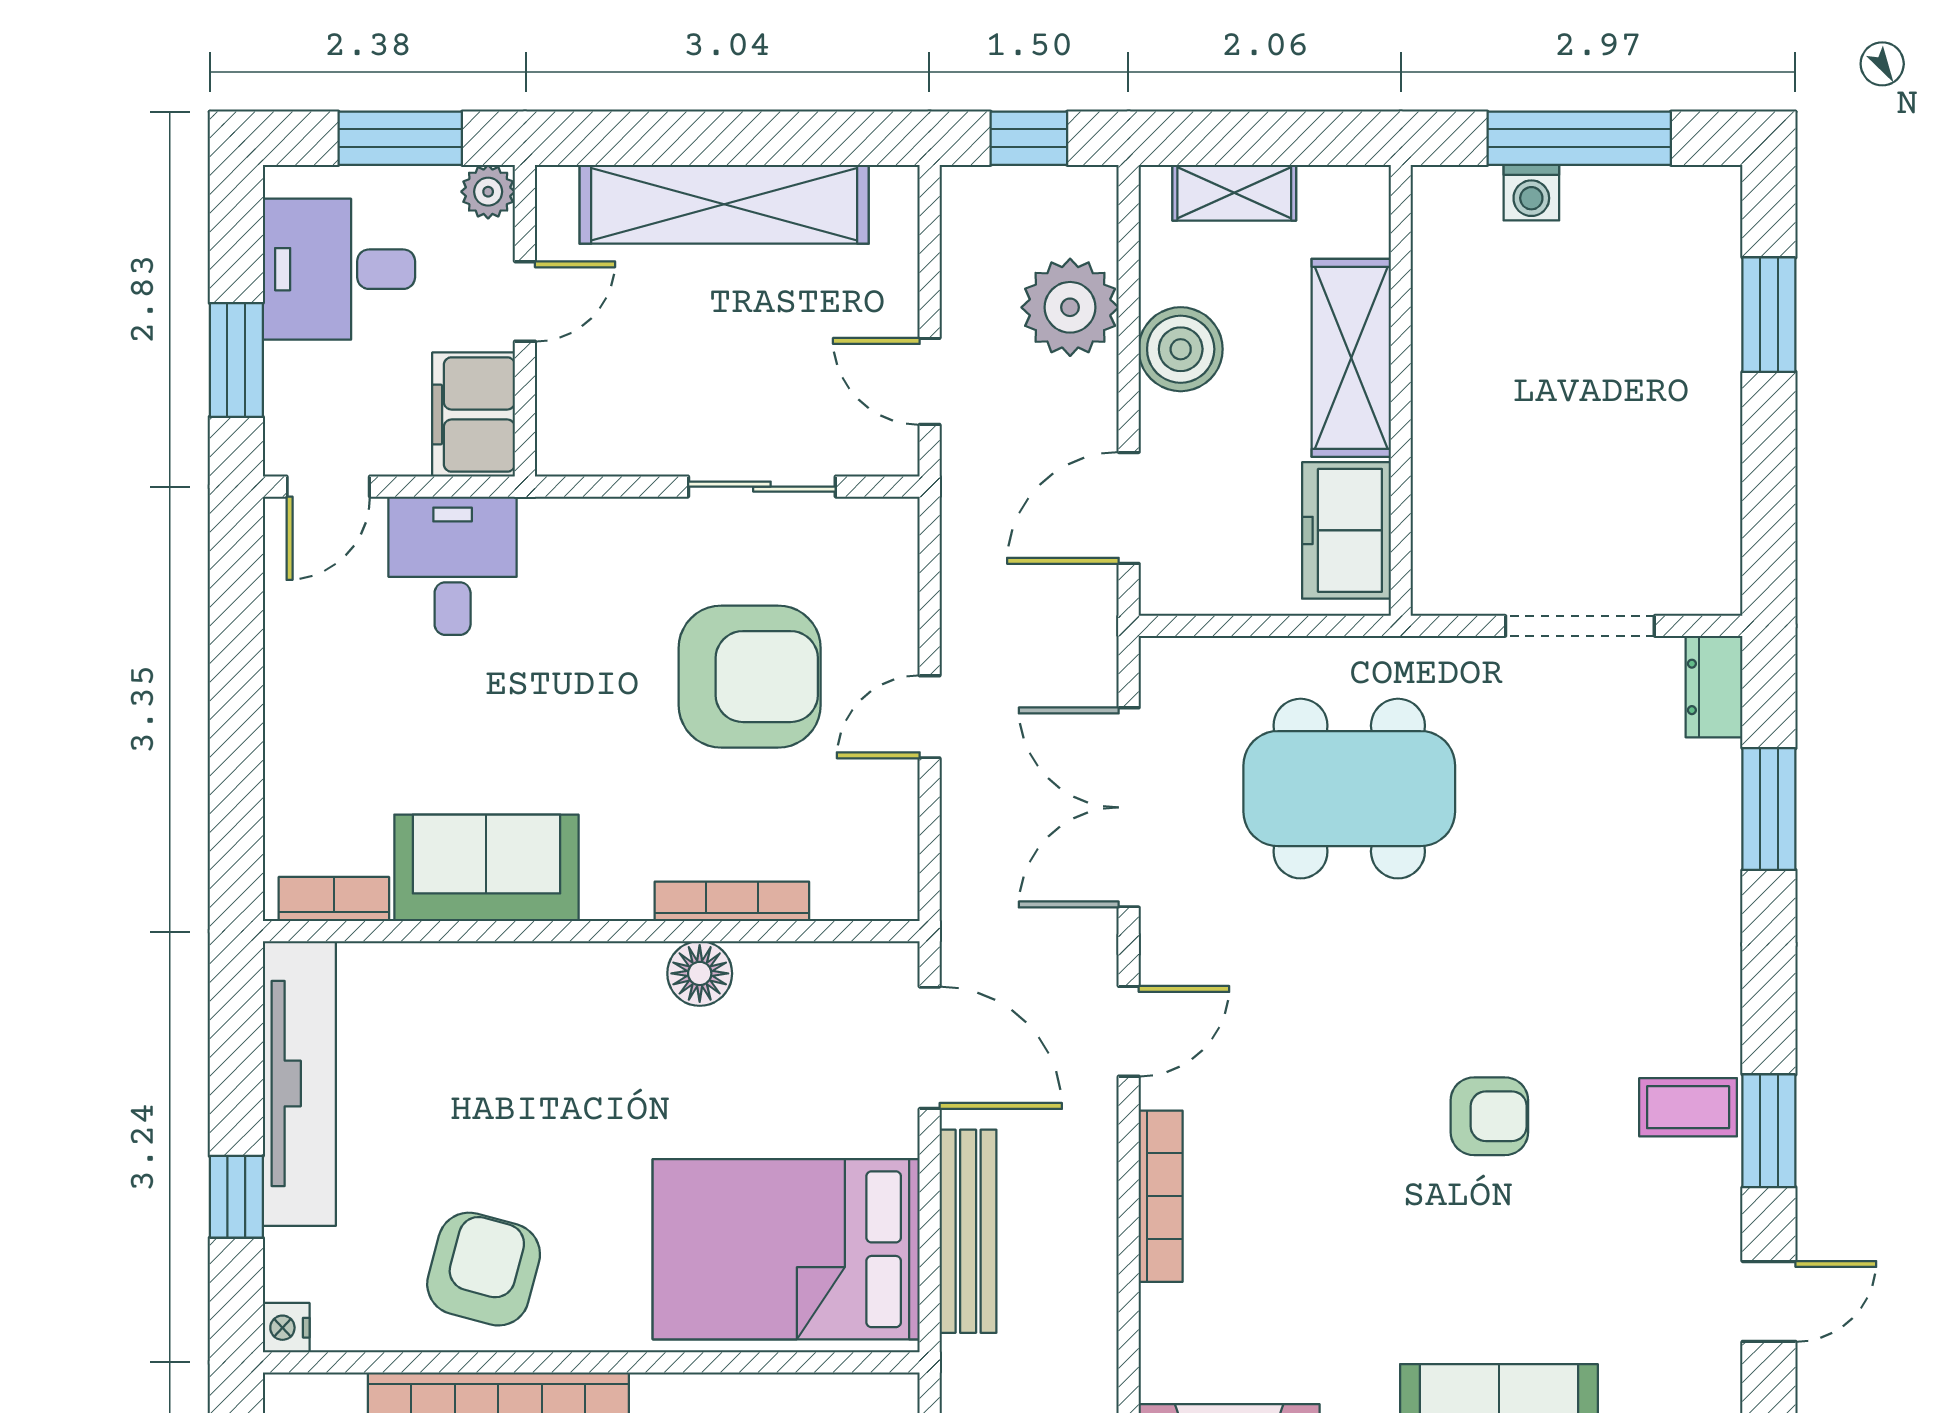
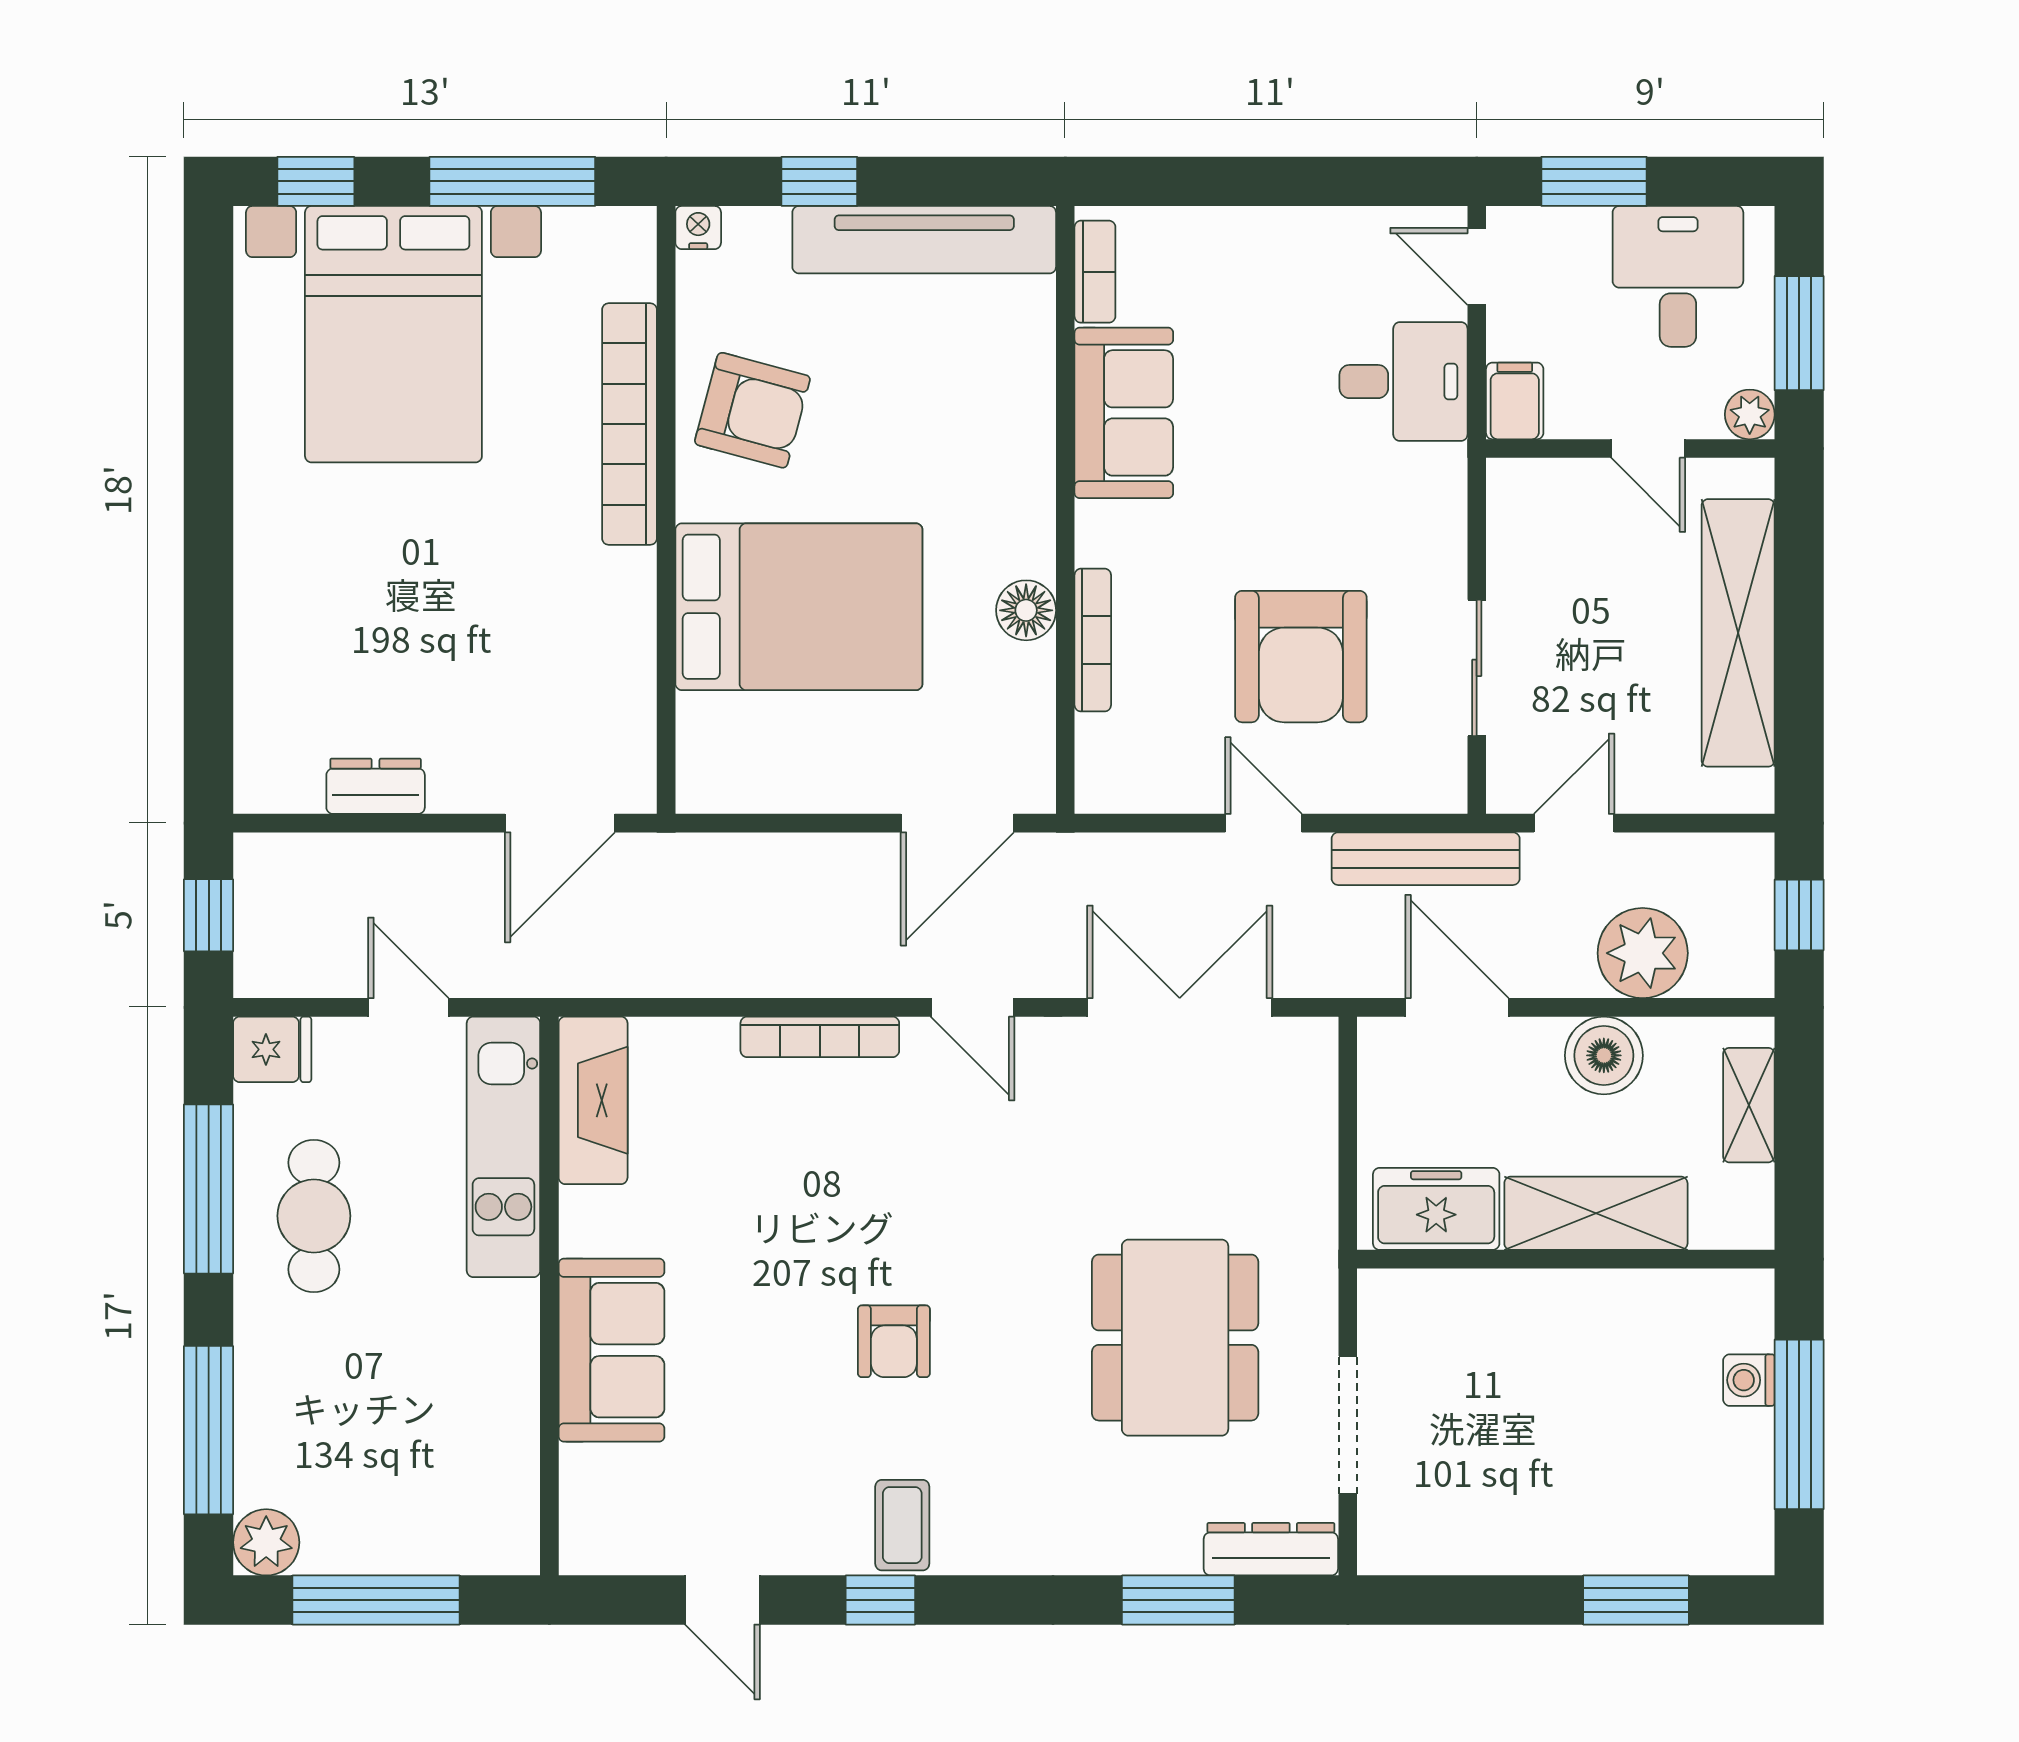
filing cabinet: (474, 415) -> (1515, 401), width x0.50
dresser: (1714, 687) -> (1271, 1549), width x1.44
dining table: (1349, 789) -> (1175, 1338), moved
window: (1769, 1131) -> (880, 1600), width x0.67
bench: (968, 1231) -> (1426, 859), moved
bed: (786, 1249) -> (799, 607), moved, turned 90

